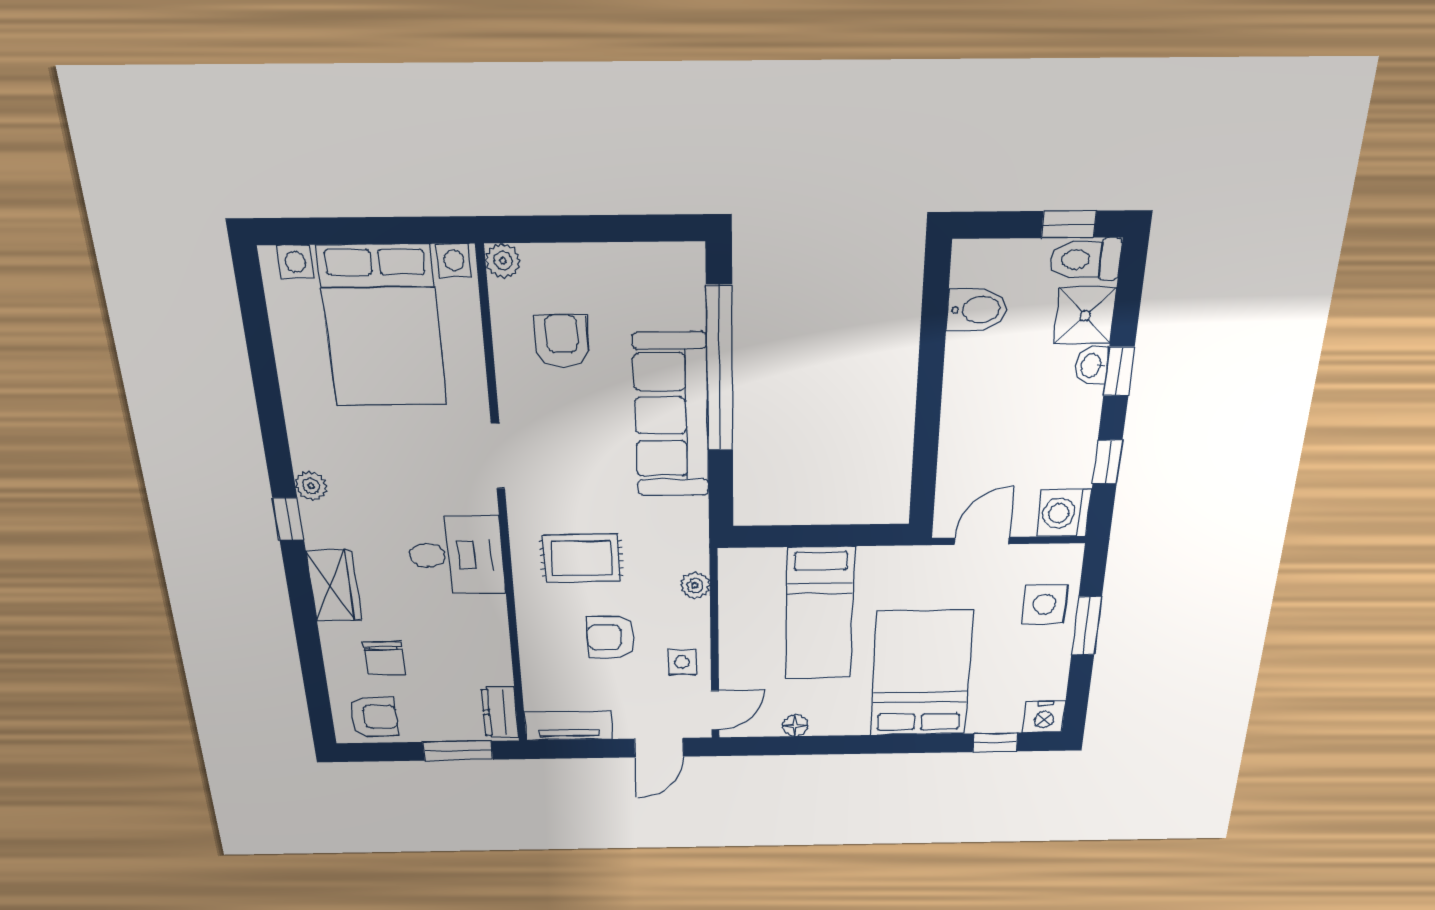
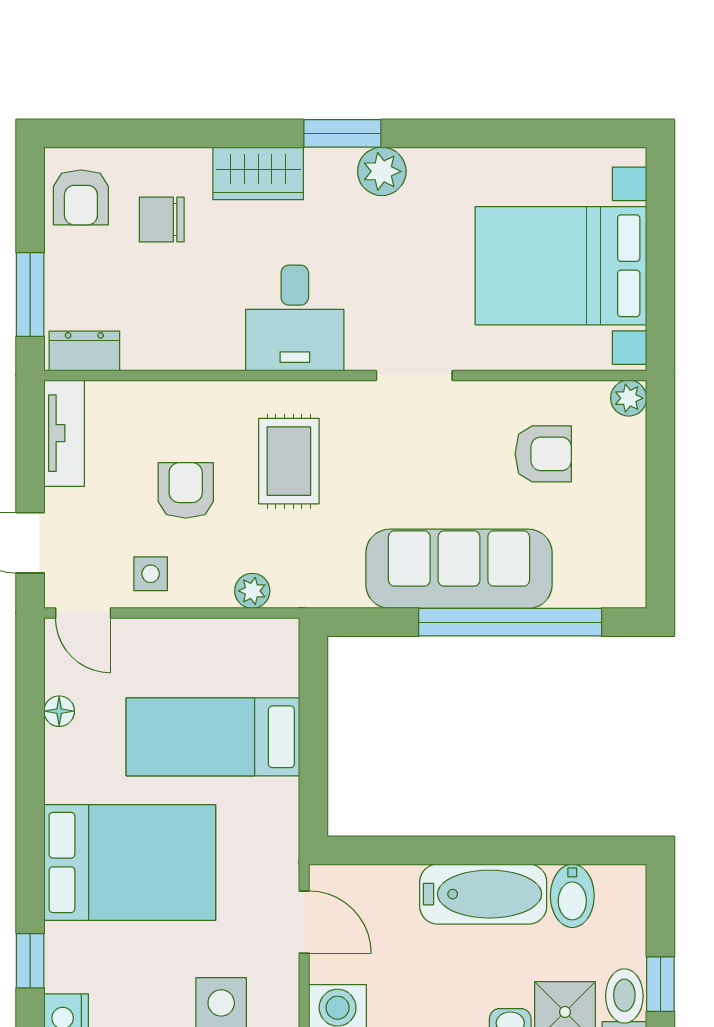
bathtub: (969, 391) -> (483, 894), added
plant: (311, 486) -> (382, 171), width x1.38, depth x1.38
window: (288, 519) -> (342, 133), width x1.50

